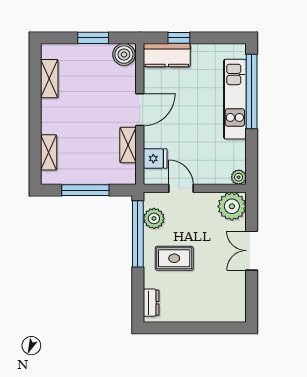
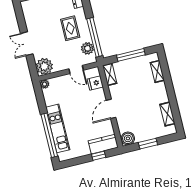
shelving: (128, 145) -> (110, 74), moved
double door: (252, 251) -> (27, 44), swing flipped
rug: (174, 258) -> (70, 28), turned 90

